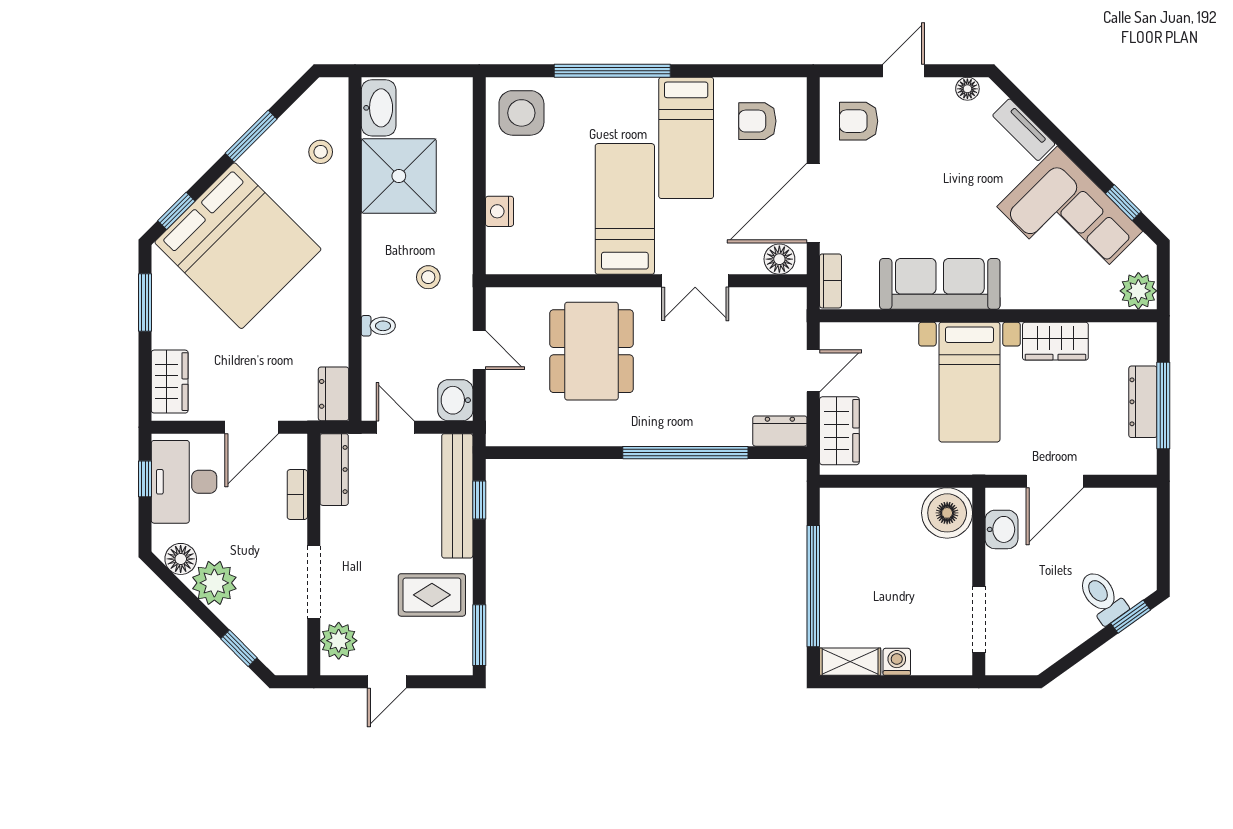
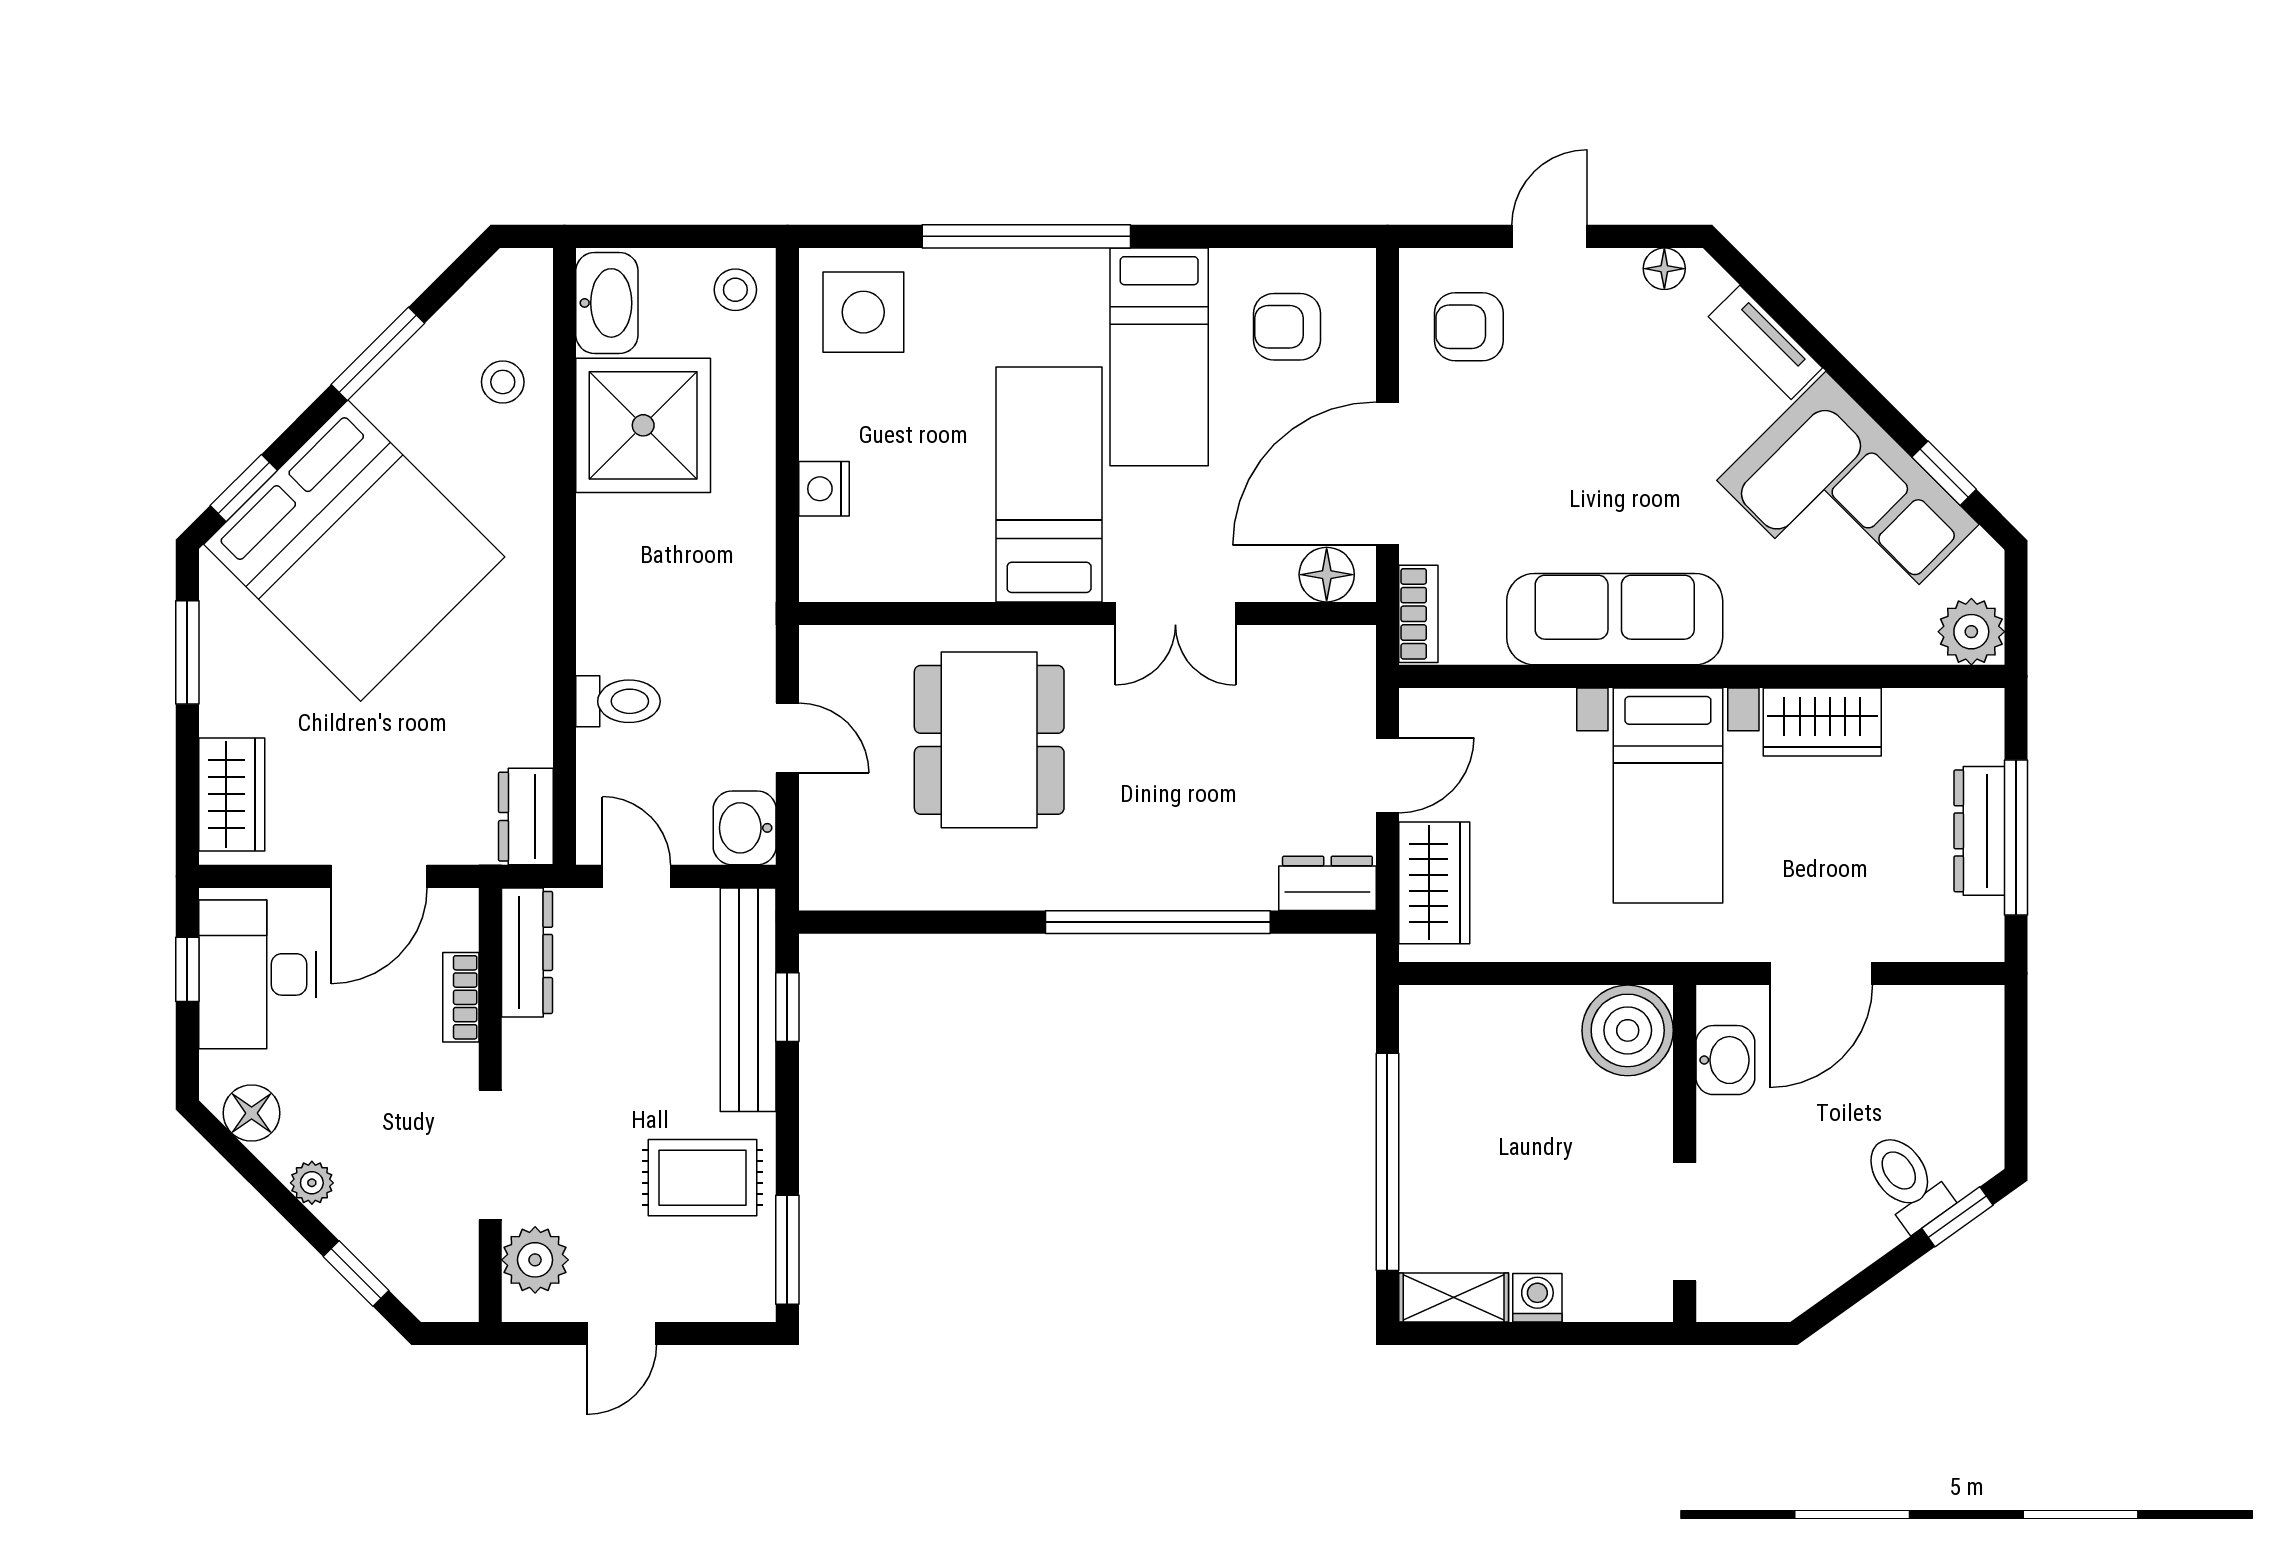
stool: (428, 277) -> (735, 290), moved
toilet: (378, 326) -> (618, 701), width x1.37, depth x1.39
plant: (214, 583) -> (312, 1183), width x0.53, depth x0.53

